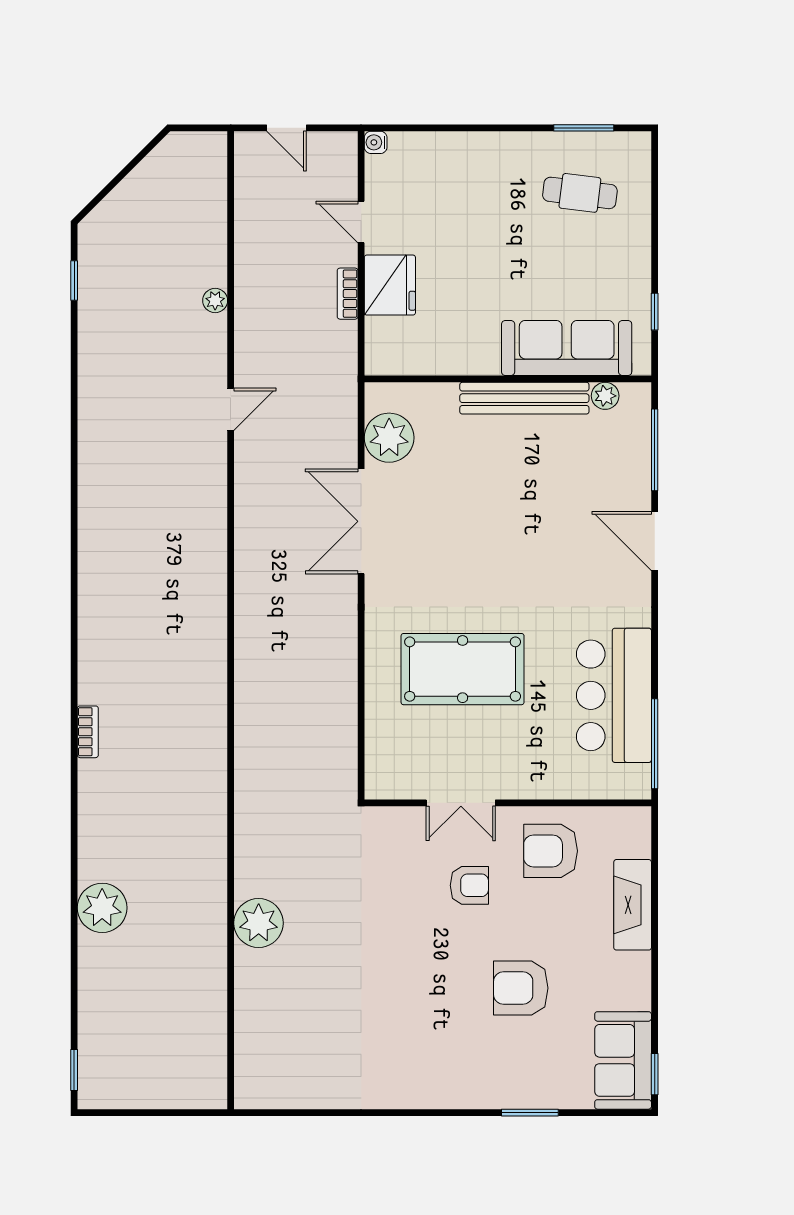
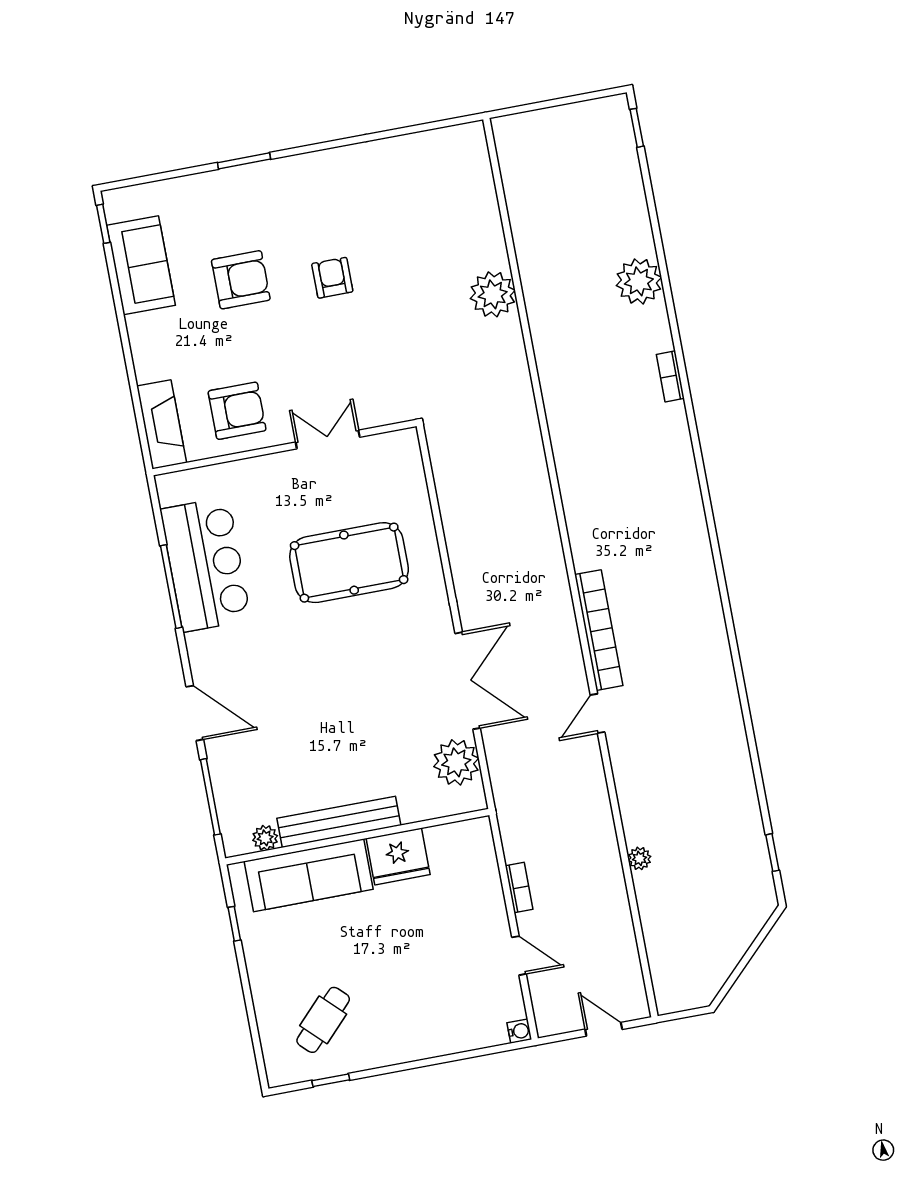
window: (584, 128) -> (331, 1080), width x0.67
cafe table: (580, 193) -> (323, 1020), turned -53
fridge: (390, 285) -> (398, 856), moved, turned -90
door: (231, 409) -> (598, 713), moved
bookcase: (213, 549) -> (599, 630), added
bookcase: (88, 732) -> (670, 376), moved
window: (655, 744) -> (171, 587), moved
armchair: (469, 885) -> (332, 278), moved, turned 90
fireplace: (633, 905) -> (162, 424), moved
sofa: (623, 1060) -> (141, 265), moved
window: (530, 1113) -> (244, 161), moved

